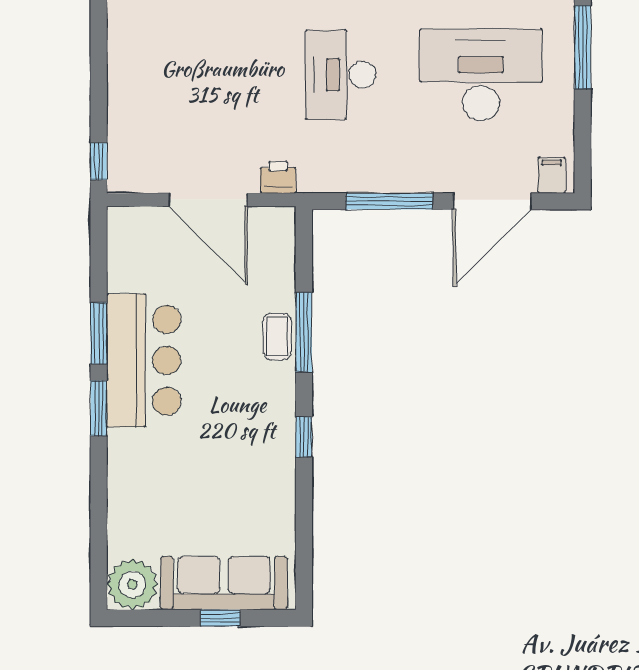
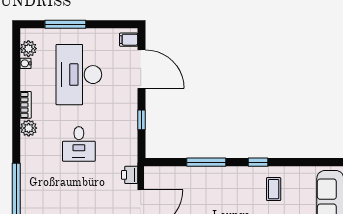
desk: (341, 75) -> (79, 144), width x0.73
window: (389, 201) -> (141, 120), width x0.46
coffee table: (277, 337) -> (274, 189), moved, turned 90

